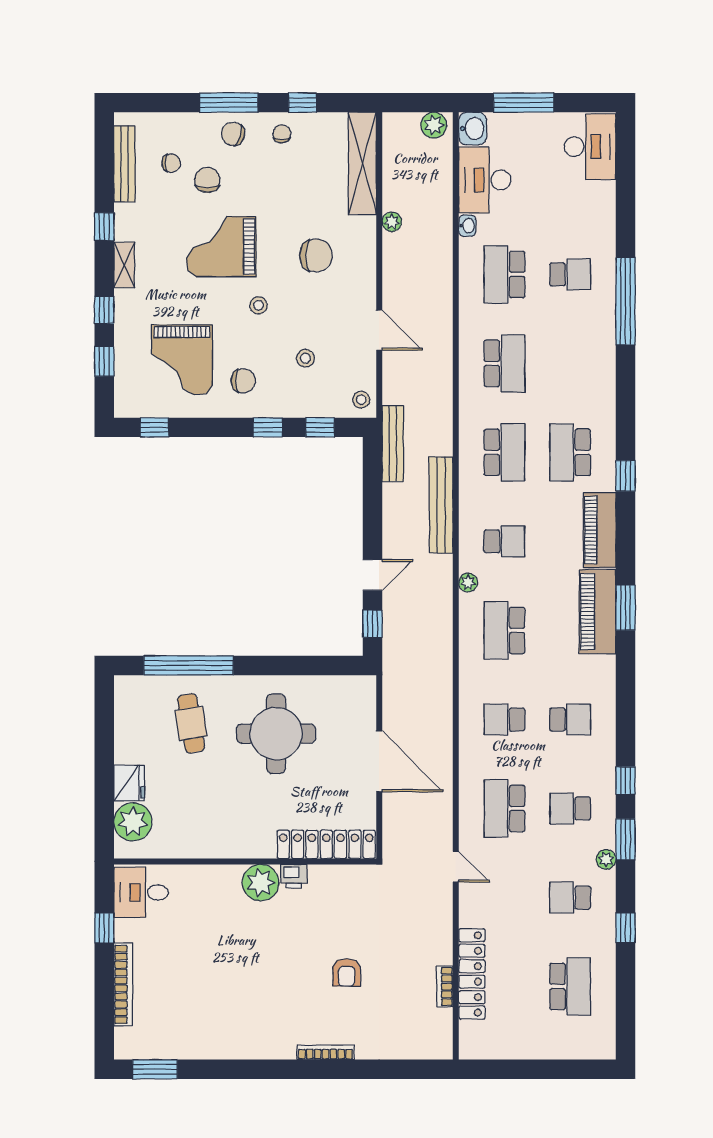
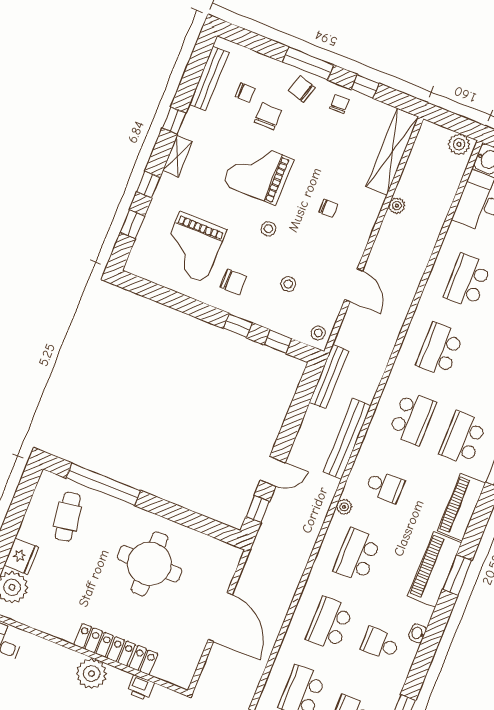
washbasin: (467, 226) -> (418, 633), moved, turned 180
chair: (316, 255) -> (328, 208), width x0.54, depth x0.54
school desk: (504, 363) -> (440, 350), turned 180
window: (155, 427) -> (151, 291), removed
school desk: (504, 719) -> (330, 624), width x1.85
school desk: (570, 719) -> (380, 644), turned 180
cafe table: (191, 723) -> (68, 517), moved
locker: (326, 844) -> (116, 649), moved
printer: (294, 876) -> (141, 688), moved

